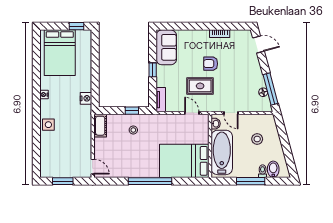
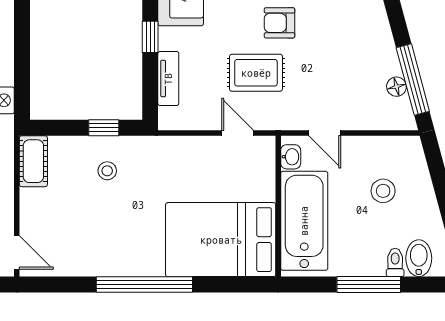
tv unit: (161, 100) -> (168, 79), moved

